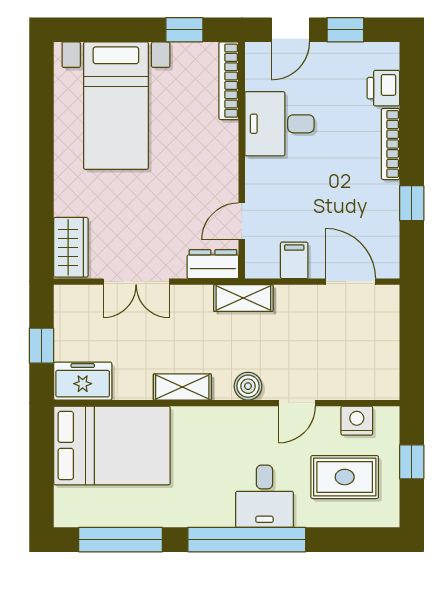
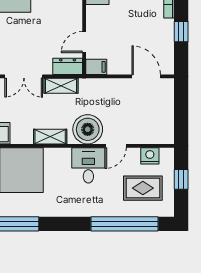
filing cabinet: (294, 260) -> (96, 67), moved, turned 90
shelving: (243, 298) -> (61, 86), moved
boiler: (248, 386) -> (88, 129), width x1.86, depth x1.86
desk: (264, 496) -> (88, 165), moved, turned 180
window: (247, 540) -> (124, 224), moved

